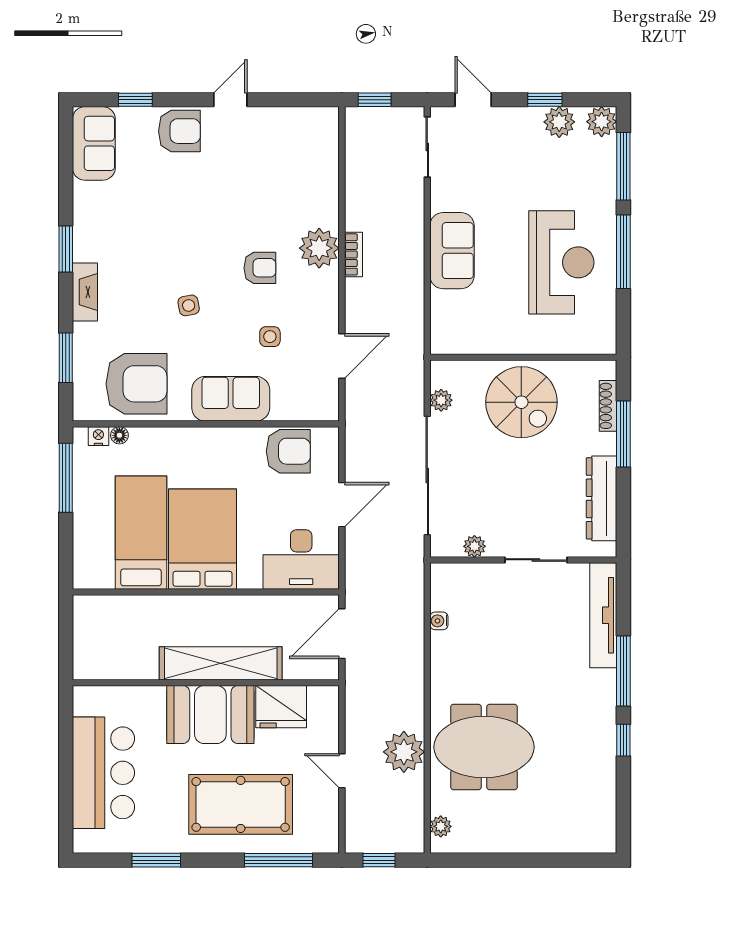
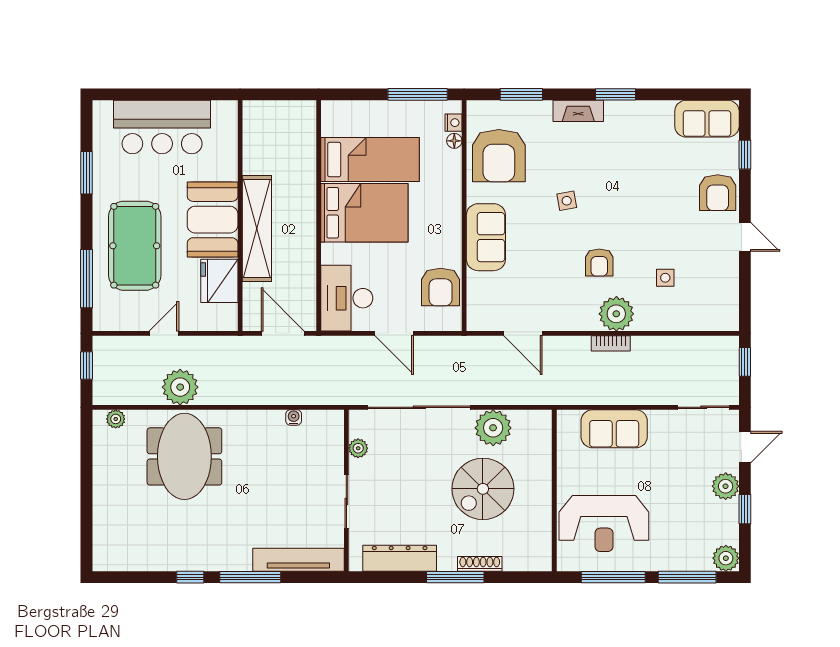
plant: (559, 122) -> (726, 486), moved
side table: (270, 337) -> (665, 278), moved
wall: (523, 357) -> (554, 490), moved
plant: (441, 400) -> (493, 428), width x1.88, depth x1.88

